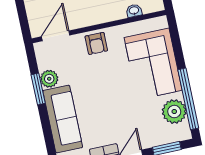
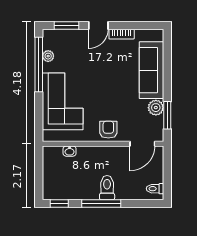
window: (38, 89) -> (167, 115), moved
plant: (174, 112) -> (48, 56), width x0.53, depth x0.53

